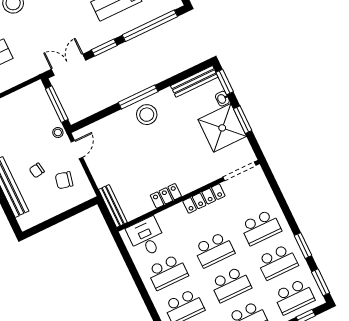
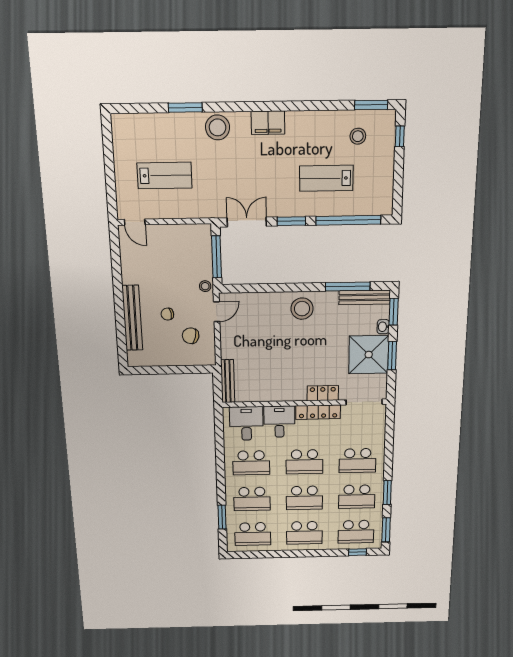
window: (138, 97) -> (348, 287), moved
locker: (166, 196) -> (323, 393), moved
desk: (174, 222) -> (279, 422), added

